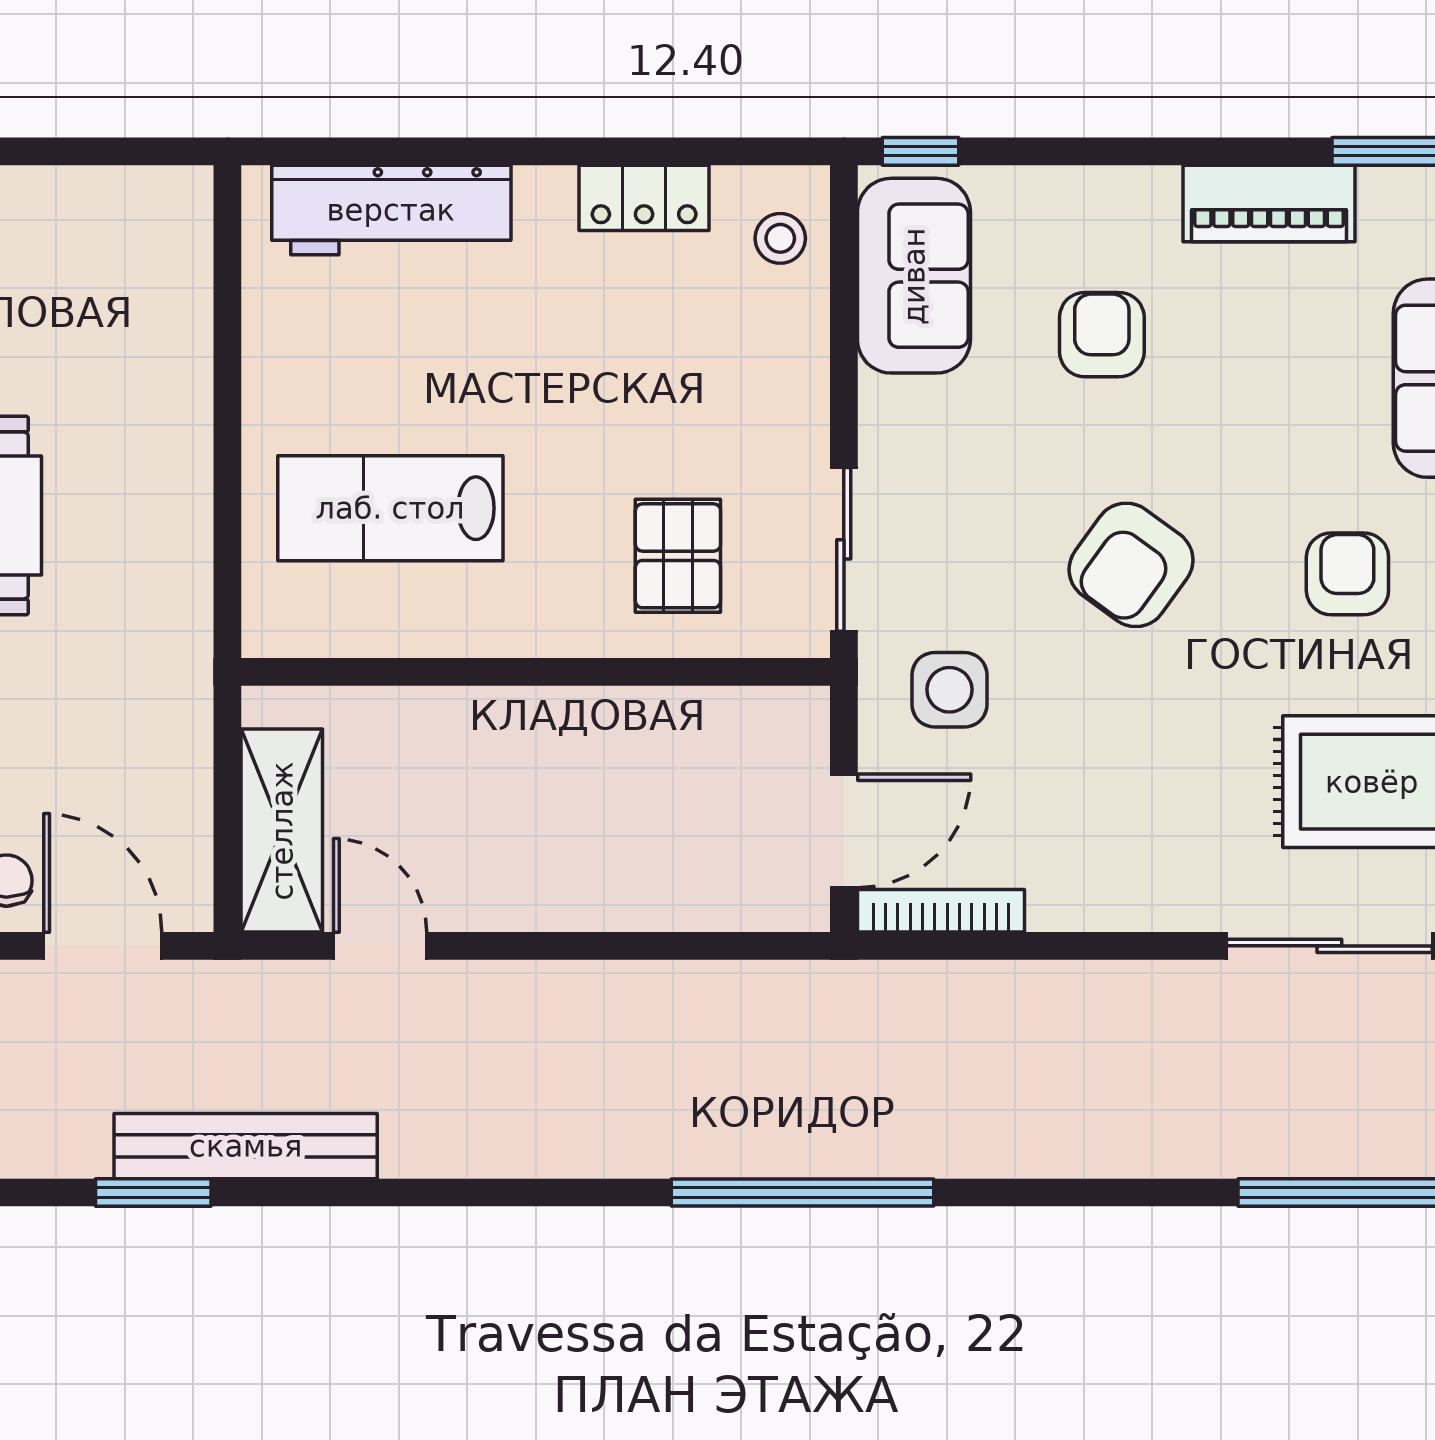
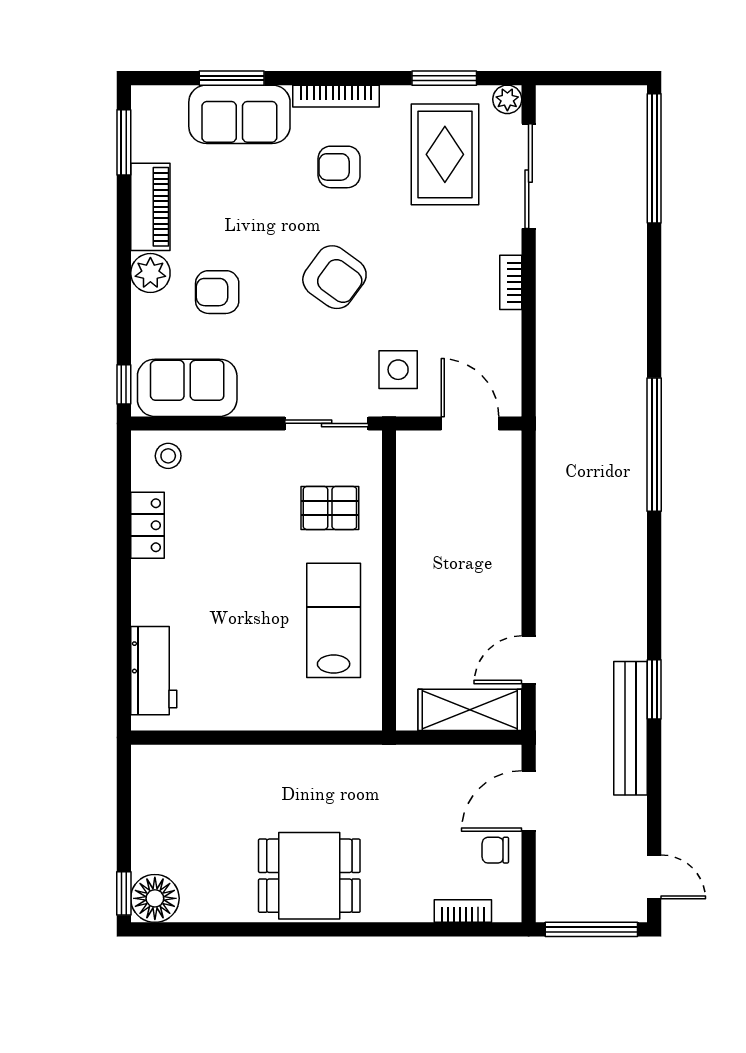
plant: (1139, 204) -> (150, 273), added
workbench: (391, 210) -> (154, 671), width x0.73
lab bench: (390, 508) -> (334, 620), moved, turned 180
bookcase: (941, 911) -> (511, 282), moved, width x0.64
window: (153, 1192) -> (654, 689), moved

